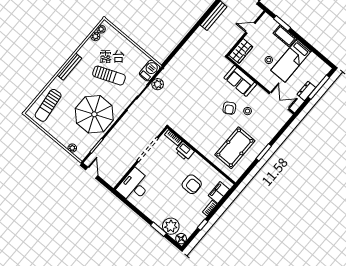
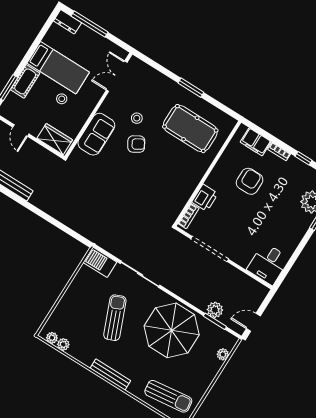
plant: (158, 84) -> (215, 310), moved
dresser: (306, 91) -> (67, 22), moved
desk: (134, 186) -> (268, 264), width x0.73

